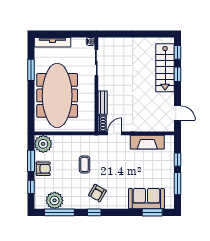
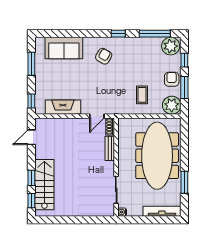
door: (178, 113) -> (31, 137), hinge flipped
window: (178, 160) -> (31, 101), moved
coffee table: (85, 164) -> (142, 95), moved
armchair: (43, 169) -> (172, 79), turned 90
armchair: (97, 193) -> (104, 56), moved
plant: (55, 200) -> (171, 46), moved
window: (152, 212) -> (58, 34), removed

